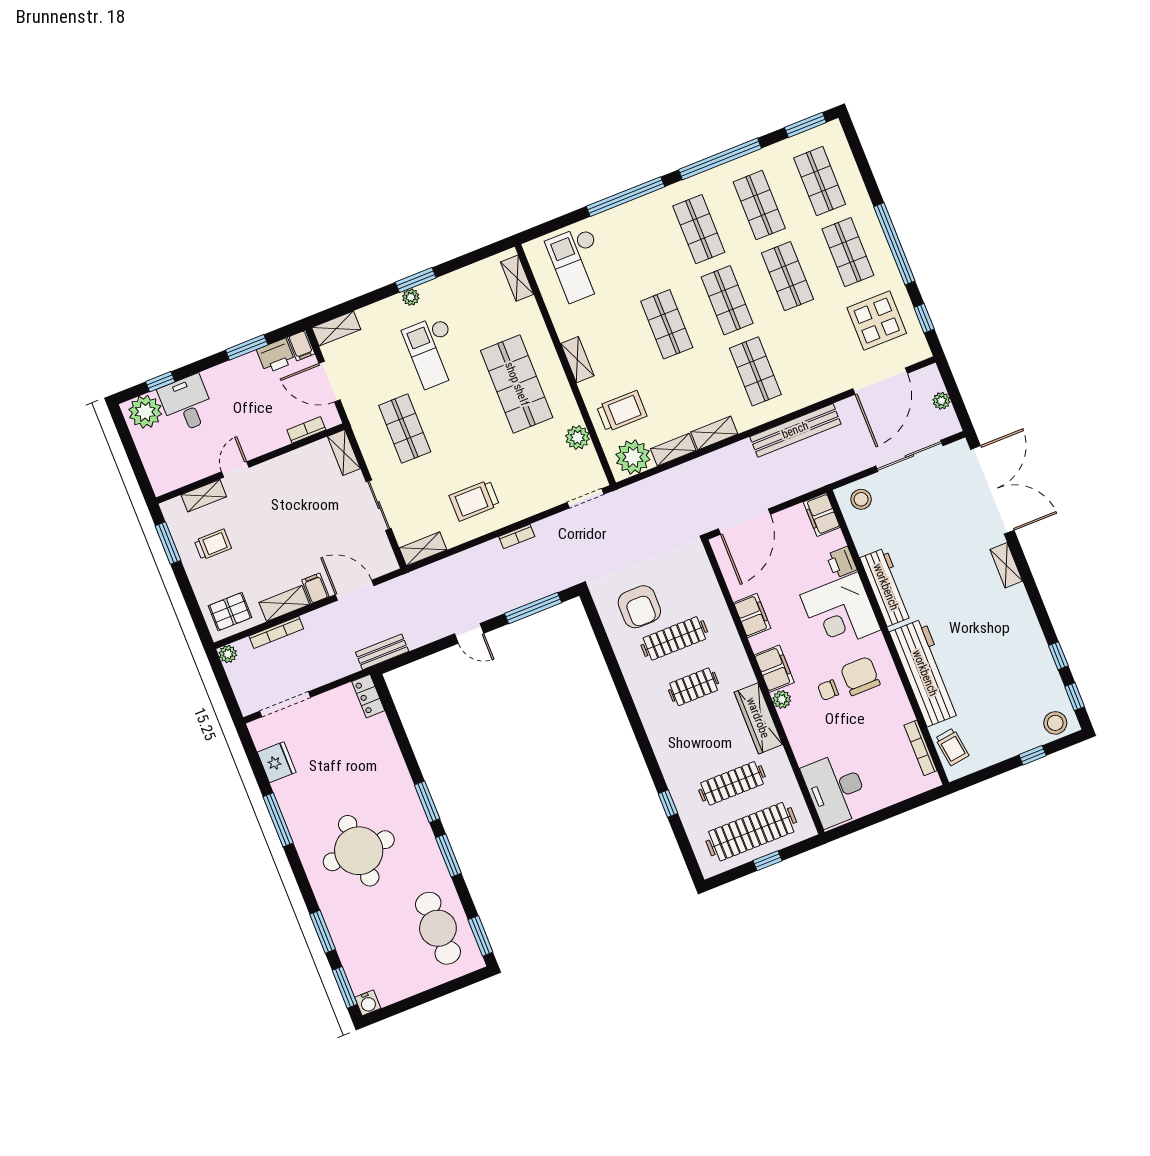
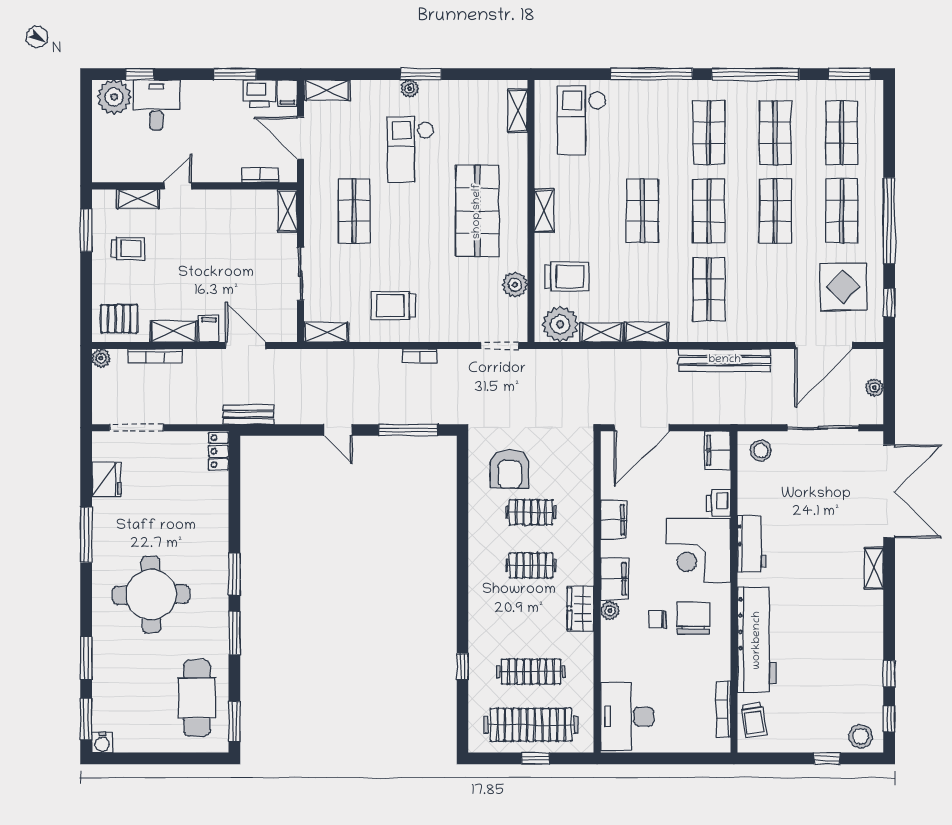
workbench: (886, 587) -> (752, 544), width x0.73
clothes rail: (674, 638) -> (531, 512), width x0.73
wardrobe: (758, 718) -> (581, 609), width x0.67

